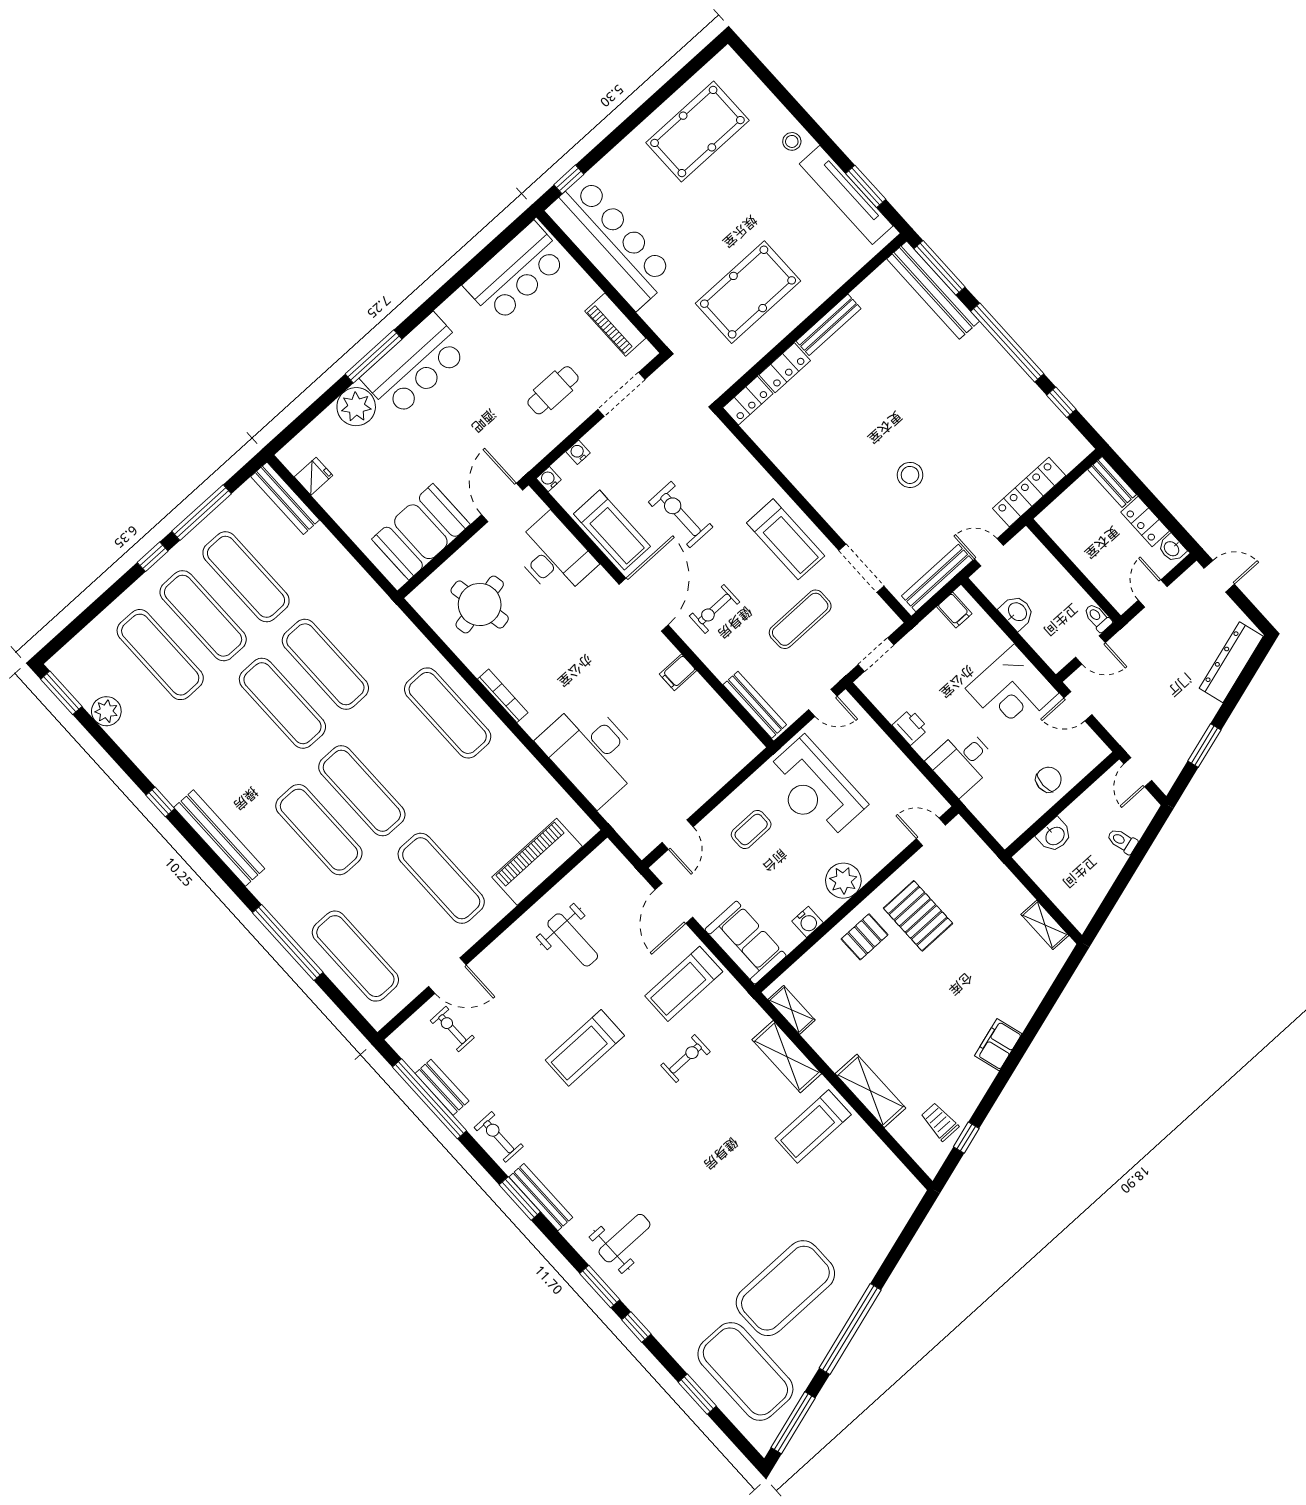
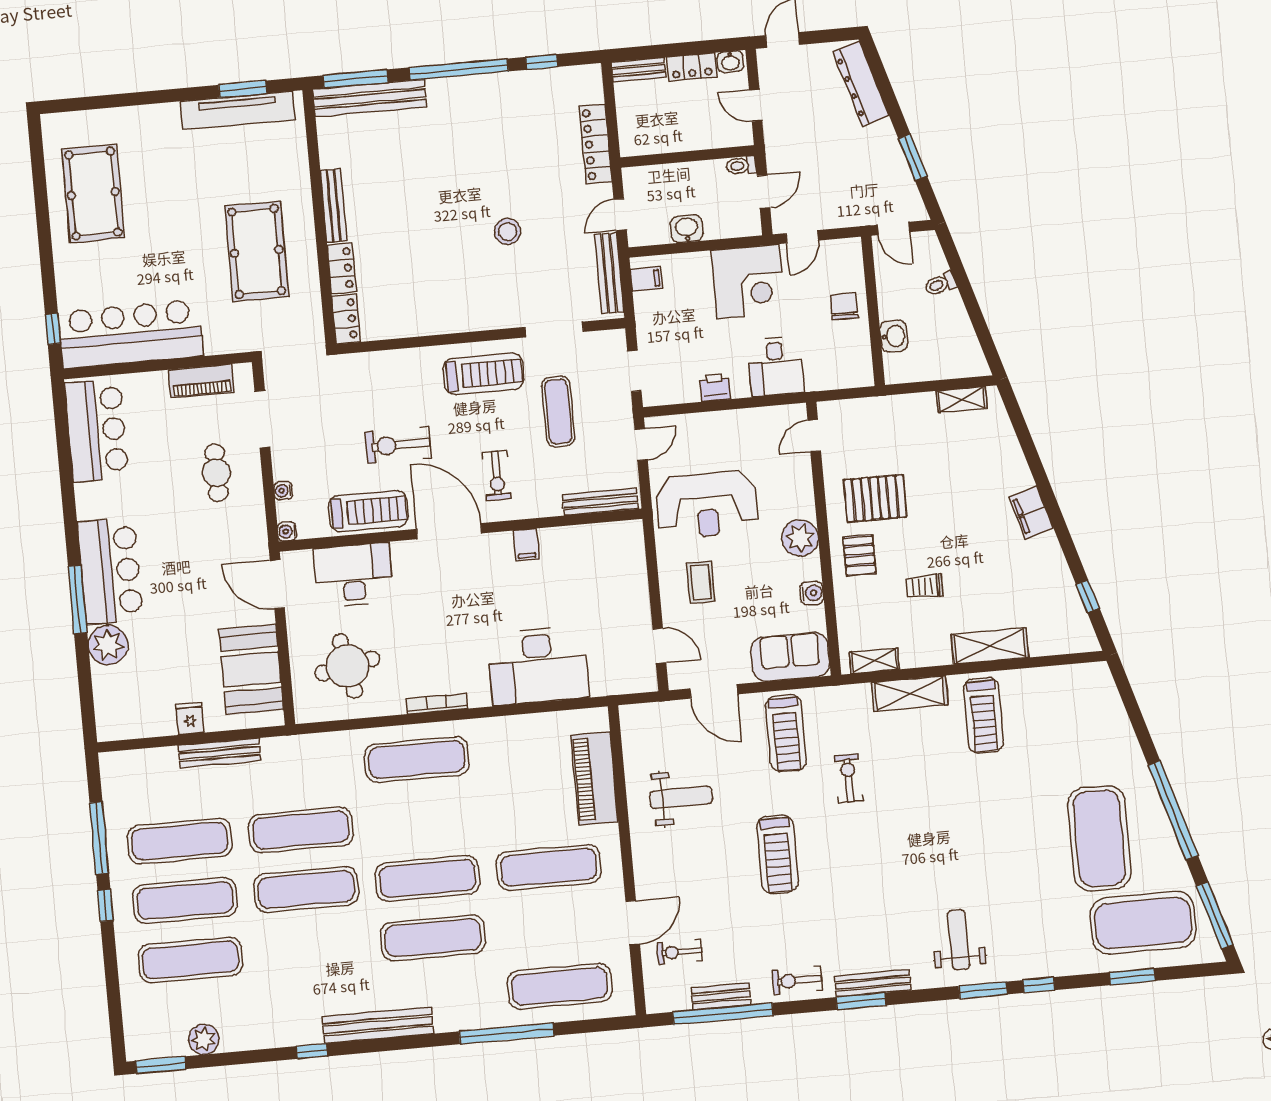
stool: (792, 141) -> (160, 122), removed
fridge: (313, 476) -> (190, 719), moved
bench: (285, 498) -> (219, 753), moved
trolley: (940, 1122) -> (925, 586), moved

